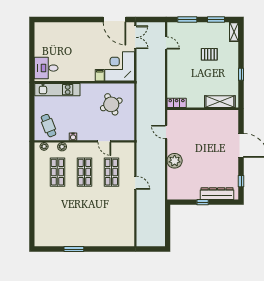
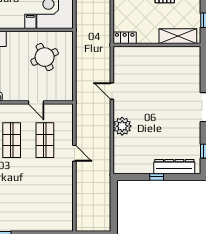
shelving: (220, 102) -> (178, 36), moved
locker: (177, 103) -> (125, 38), moved
wall: (203, 109) -> (157, 45), moved

